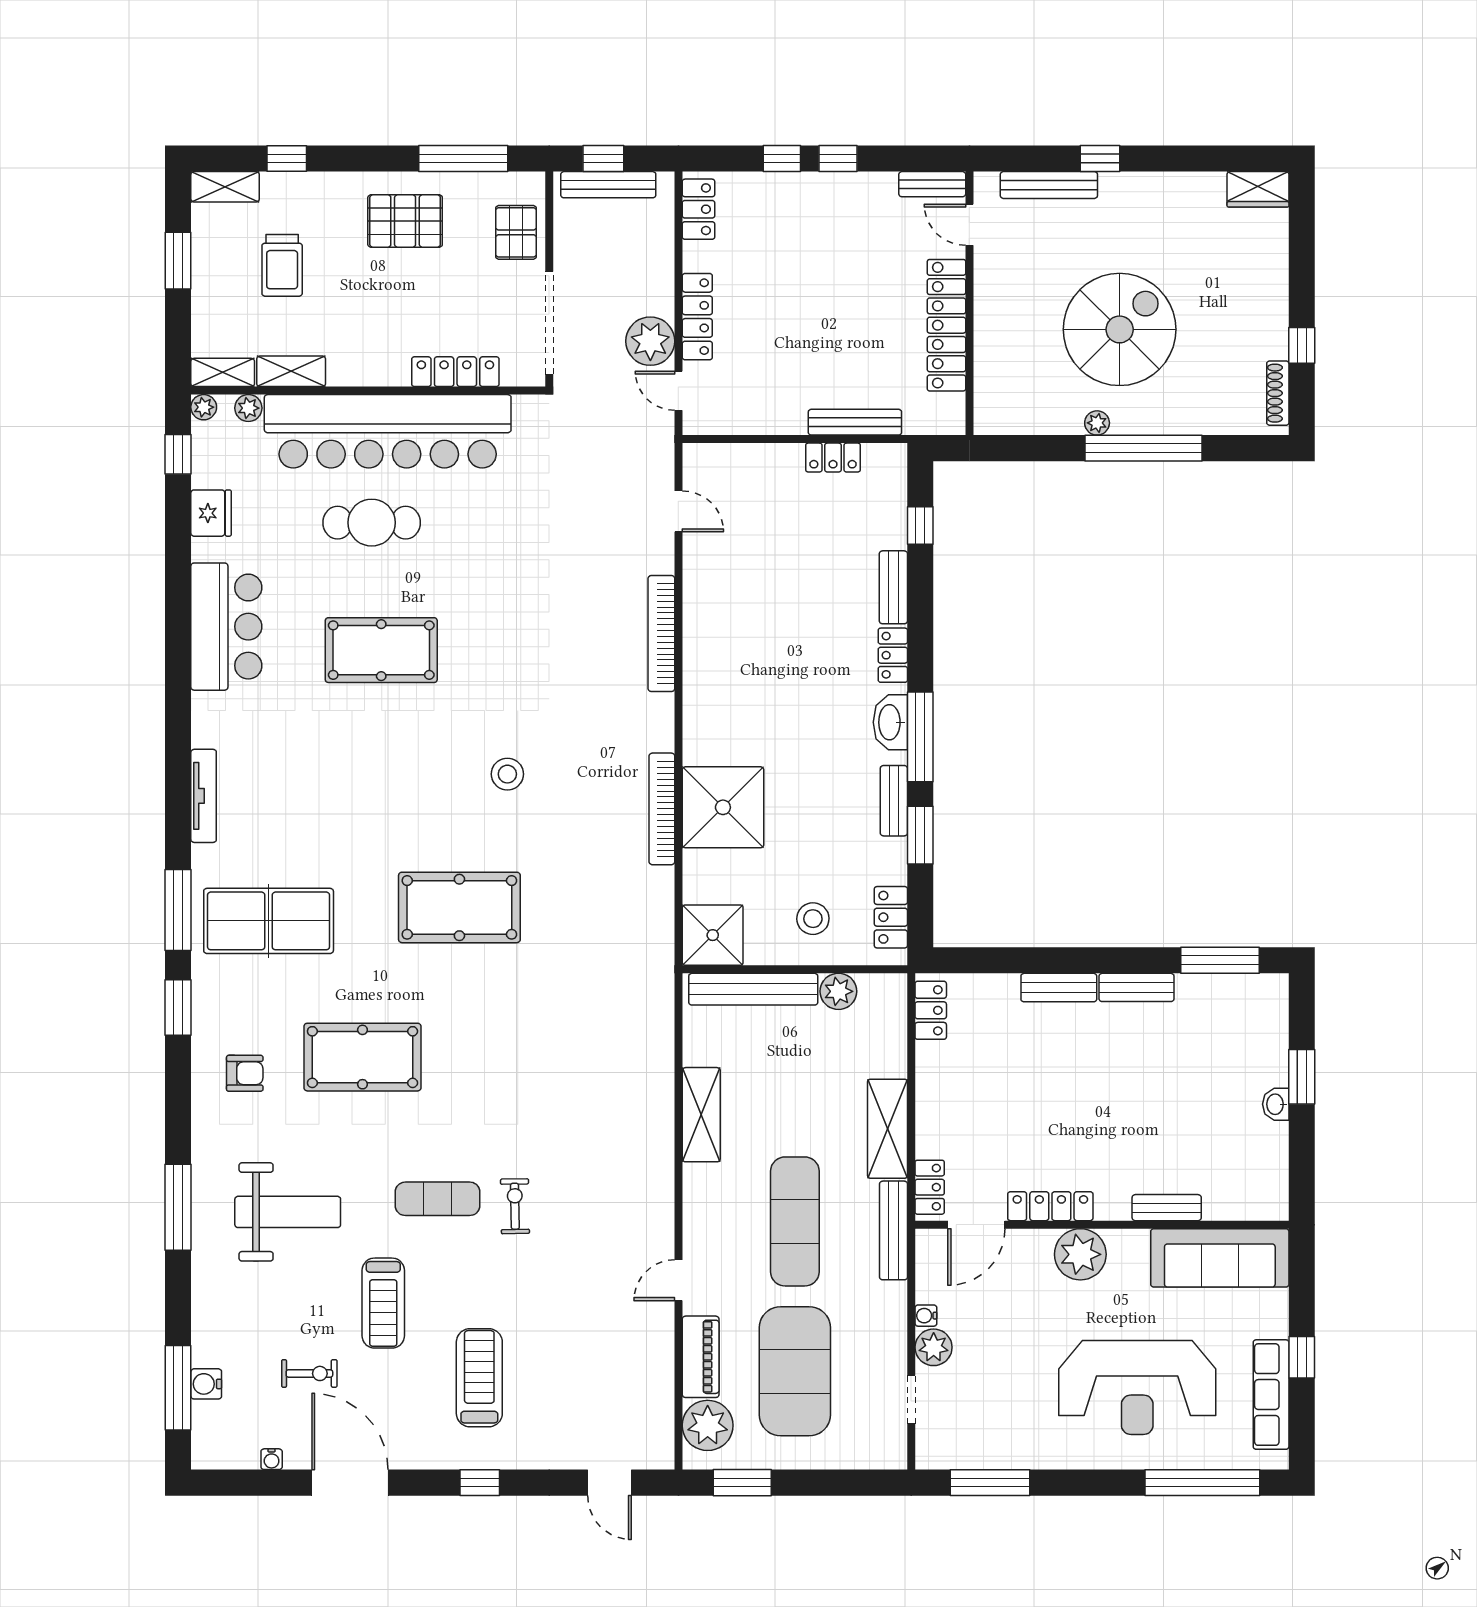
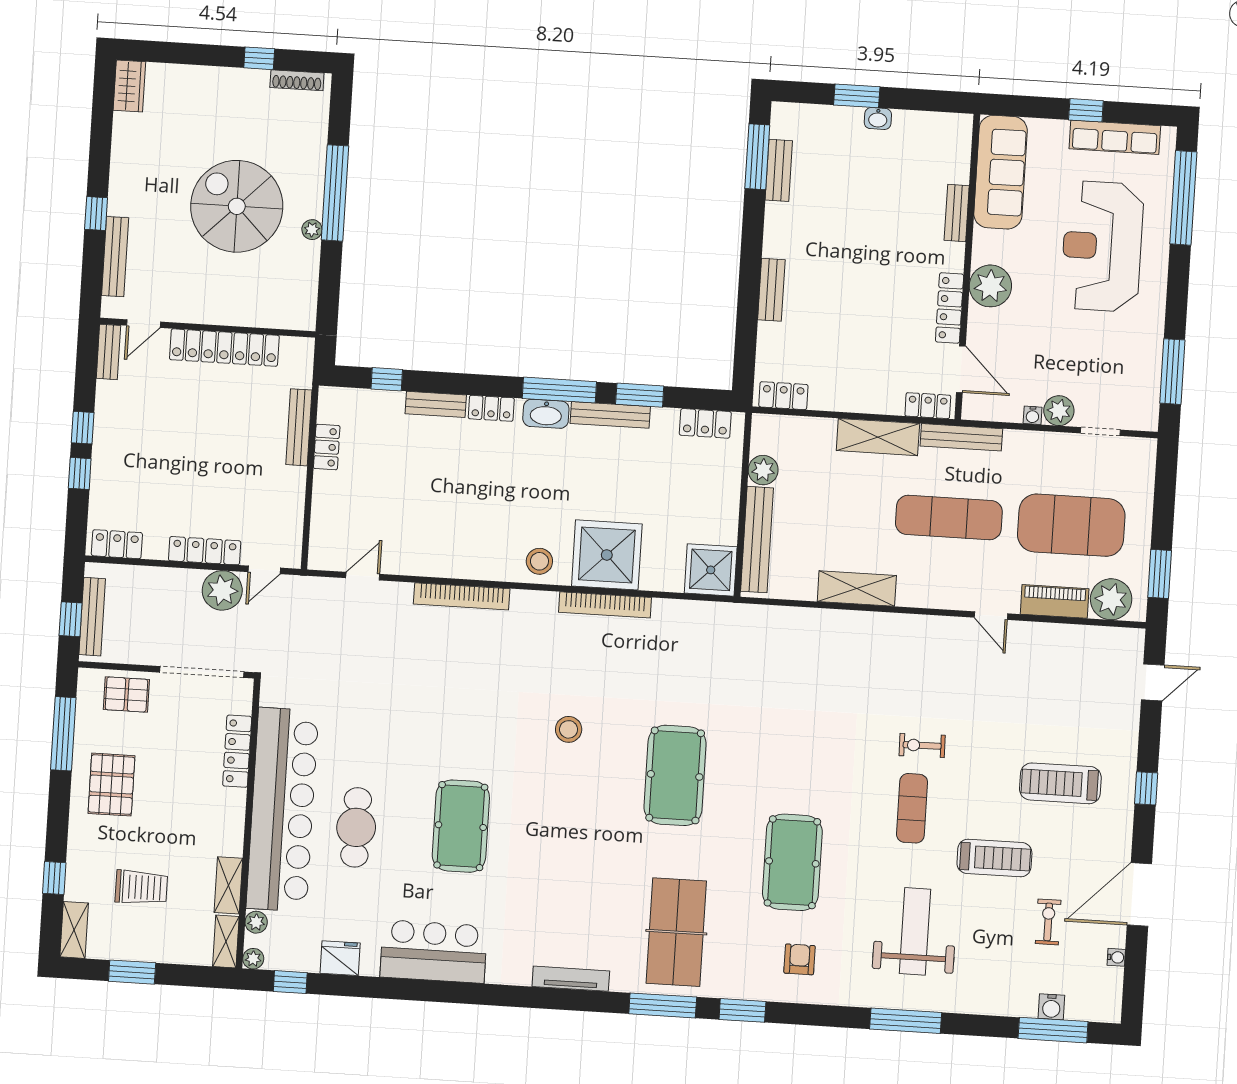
bench: (894, 801) -> (610, 415), width x1.36
stool: (813, 919) -> (539, 561), moved
bench: (1137, 987) -> (779, 170), moved
reception desk: (1137, 1387) -> (1102, 246), turned 180

